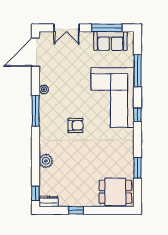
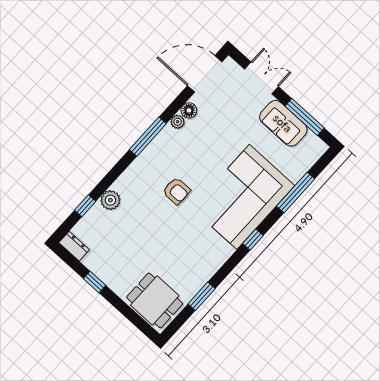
double door: (67, 28) -> (261, 78), swing flipped
sofa: (110, 41) -> (283, 123), moved
floor lamp: (44, 78) -> (189, 110), added
window: (36, 193) -> (85, 206), moved

